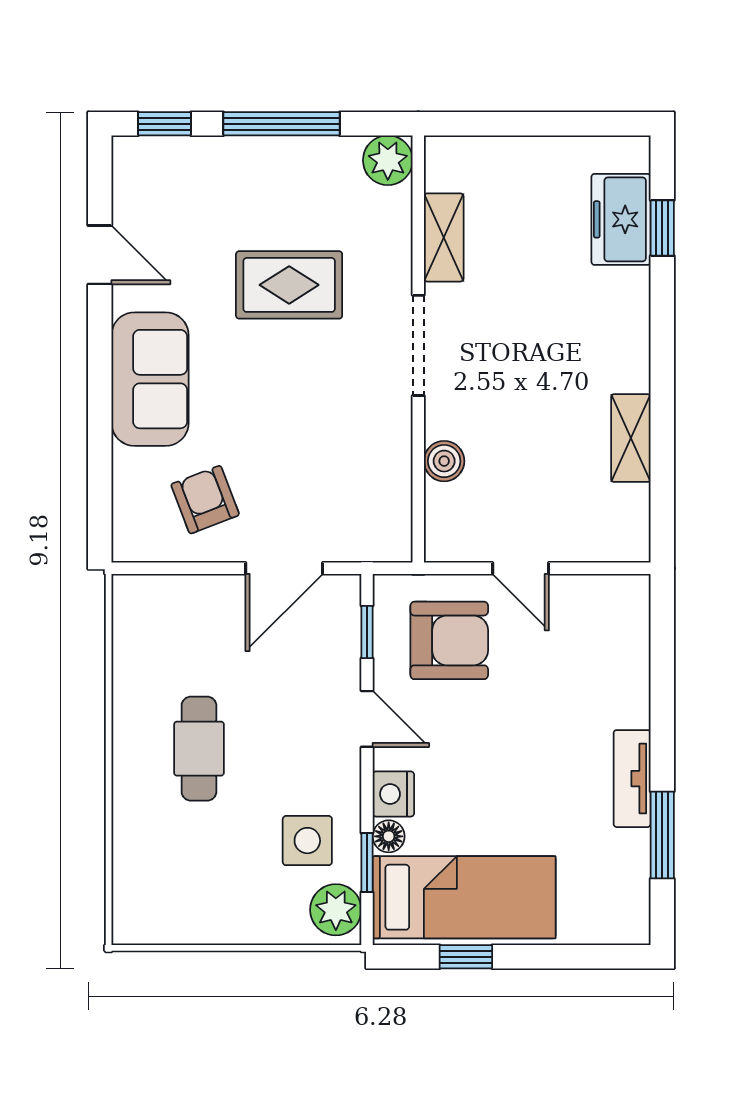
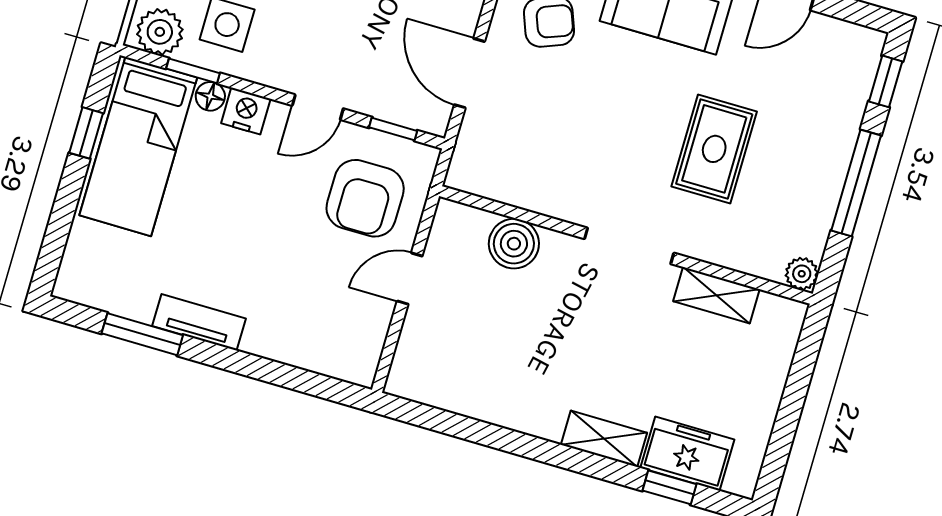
plant: (388, 160) -> (802, 274), width x0.73, depth x0.73
shelving: (631, 438) -> (604, 439), moved
boiler: (444, 461) -> (514, 244), width x1.36, depth x1.36

